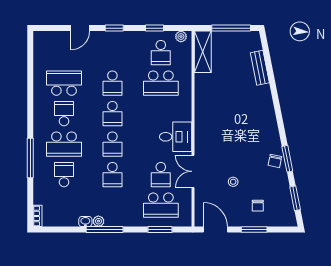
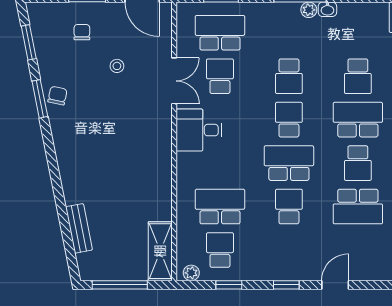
school desk: (112, 114) -> (289, 163), width x1.85
school desk: (112, 175) -> (289, 76), turned 180

